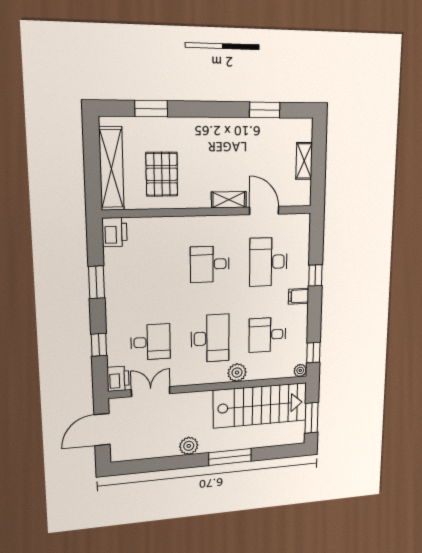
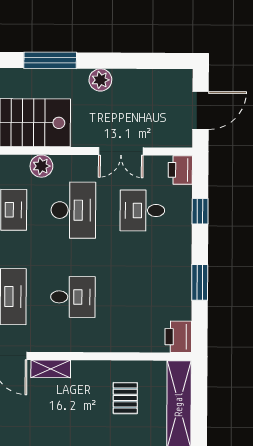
pallet: (162, 174) -> (125, 398), width x0.67, depth x0.71
desk: (210, 338) -> (73, 210), turned 180
double door: (151, 392) -> (121, 151), moved

